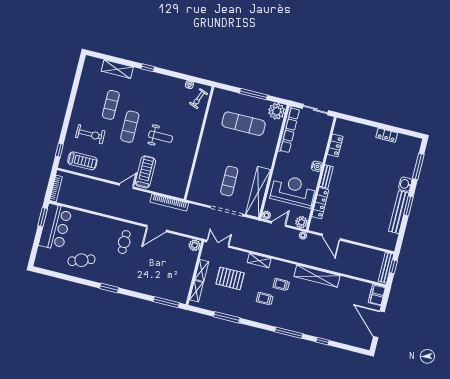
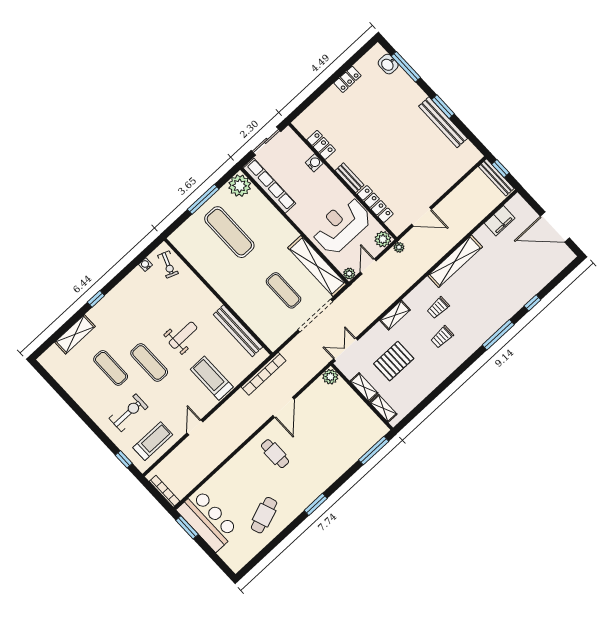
exercise mat: (244, 124) -> (229, 232), turned 90
water cooler: (317, 166) -> (314, 163), moved
bench: (186, 169) -> (238, 331), added
washbasin: (405, 184) -> (388, 64), moved
door: (126, 186) -> (195, 427), moved
filing cabinet: (377, 295) -> (500, 221), moved, turned -90
window: (227, 317) -> (435, 393), removed

